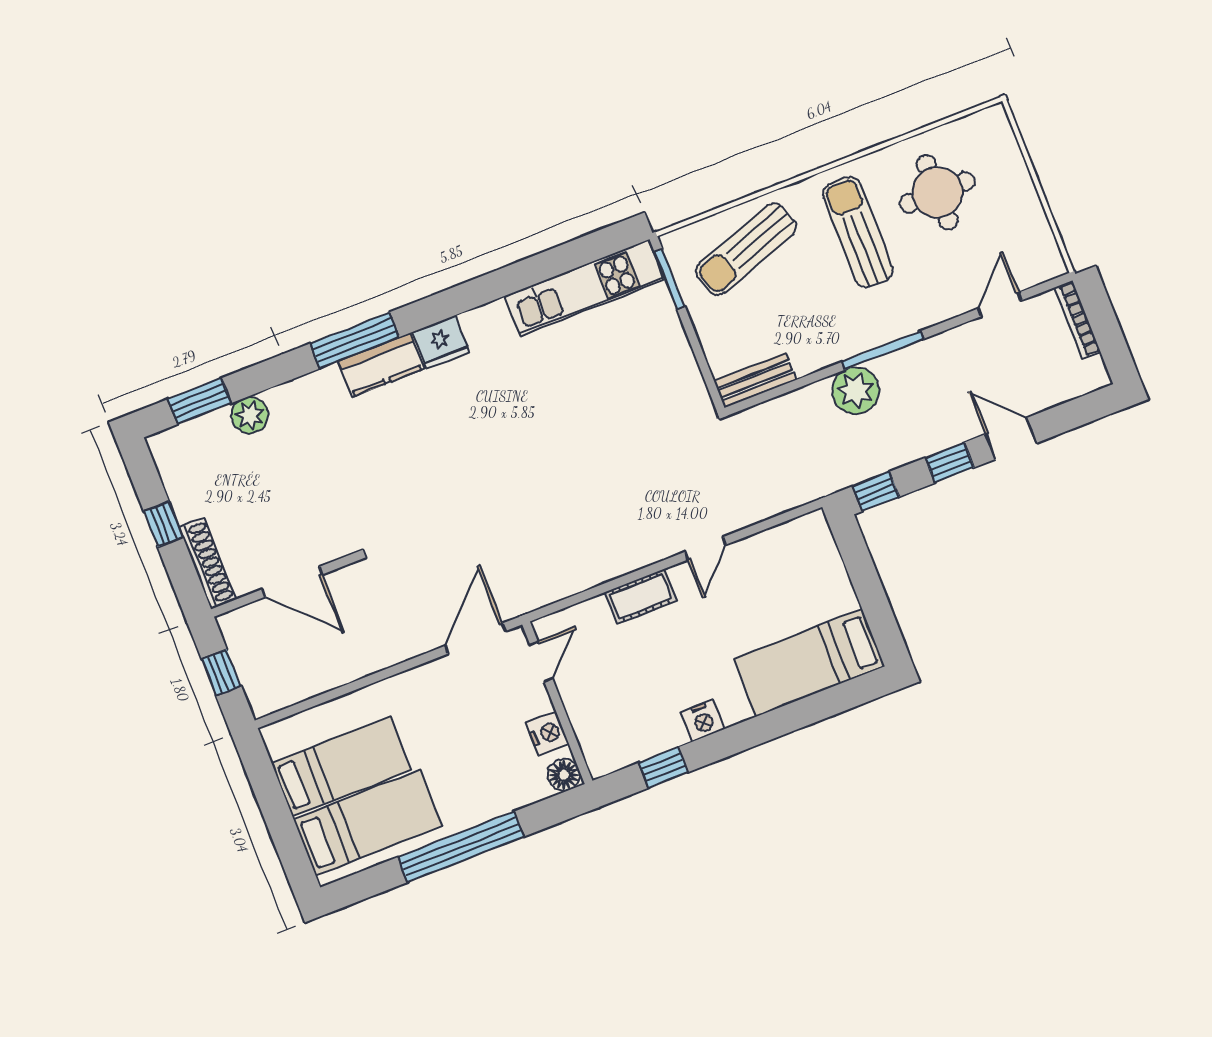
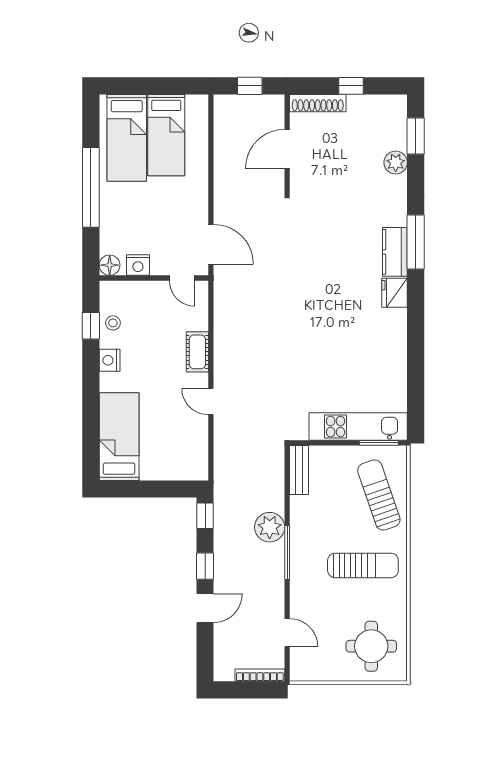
round table: (937, 192) -> (371, 646), moved
kitchen unit: (584, 288) -> (358, 427), moved, turned 90
stool: (647, 737) -> (113, 323), added

